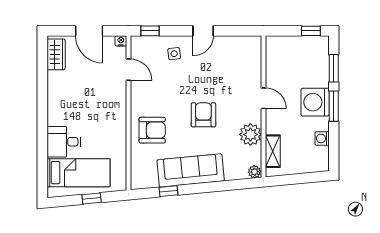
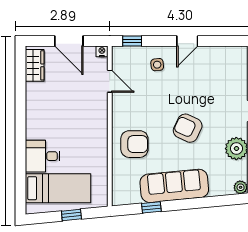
armchair: (203, 115) -> (188, 128), turned -65

